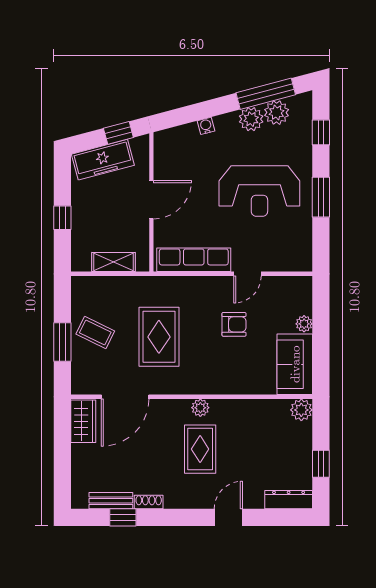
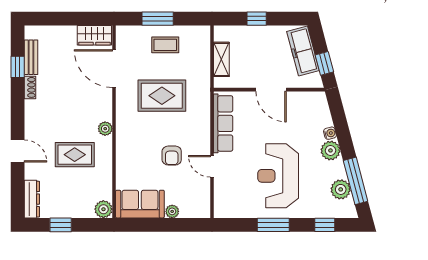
plant: (251, 119) -> (330, 150), moved
coffee table: (95, 332) -> (165, 45), turned 64
rug: (200, 449) -> (75, 155), moved

